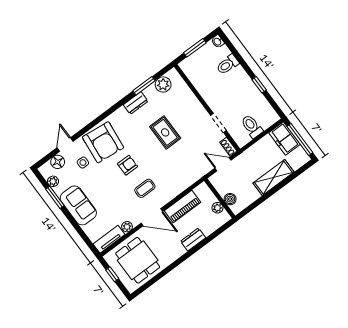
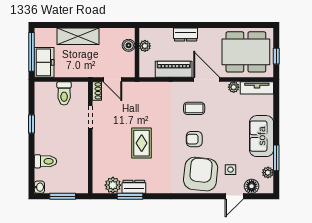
dresser: (136, 103) -> (134, 187), moved
dining table: (138, 260) -> (246, 52), width x1.38

